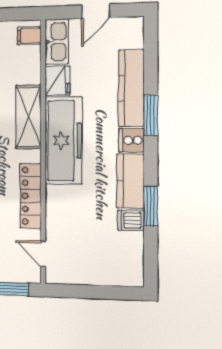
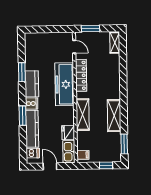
door: (96, 11) -> (50, 166), hinge flipped
freezer: (64, 141) -> (64, 84), moved
dishwasher: (131, 220) -> (33, 153), moved

